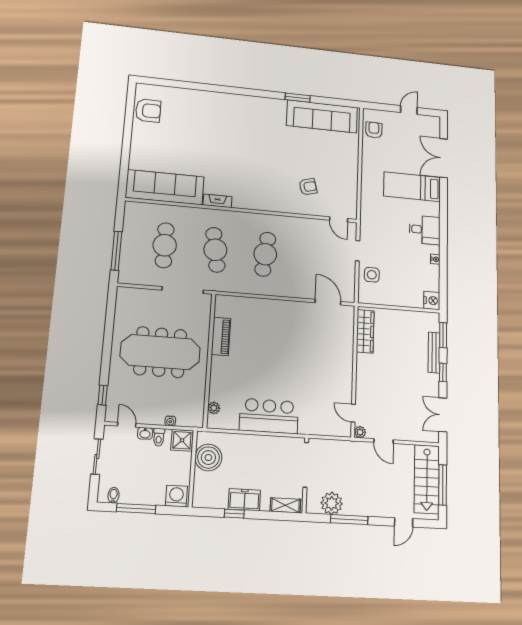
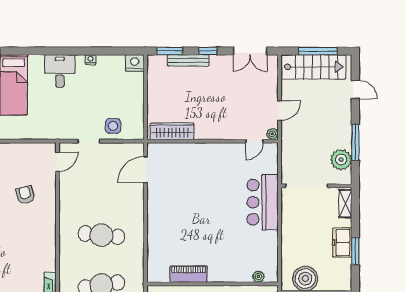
bar counter: (269, 416) -> (263, 202), moved
window: (234, 514) -> (355, 251), width x1.50

